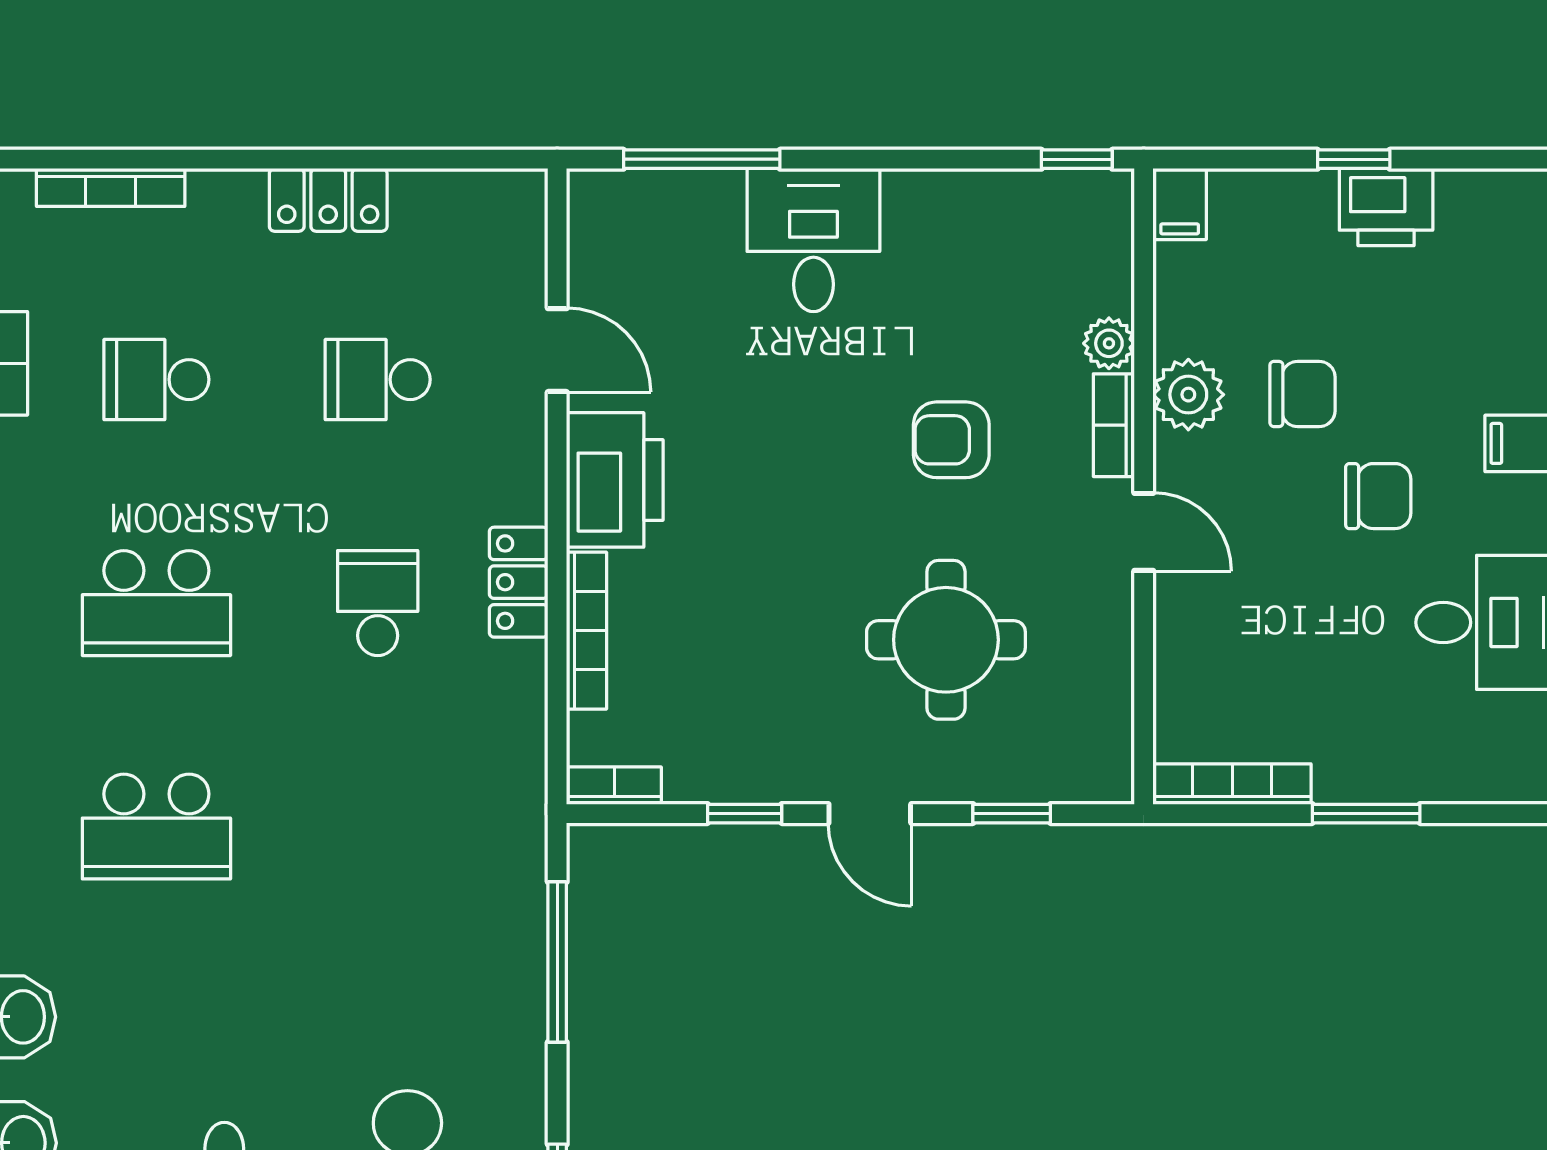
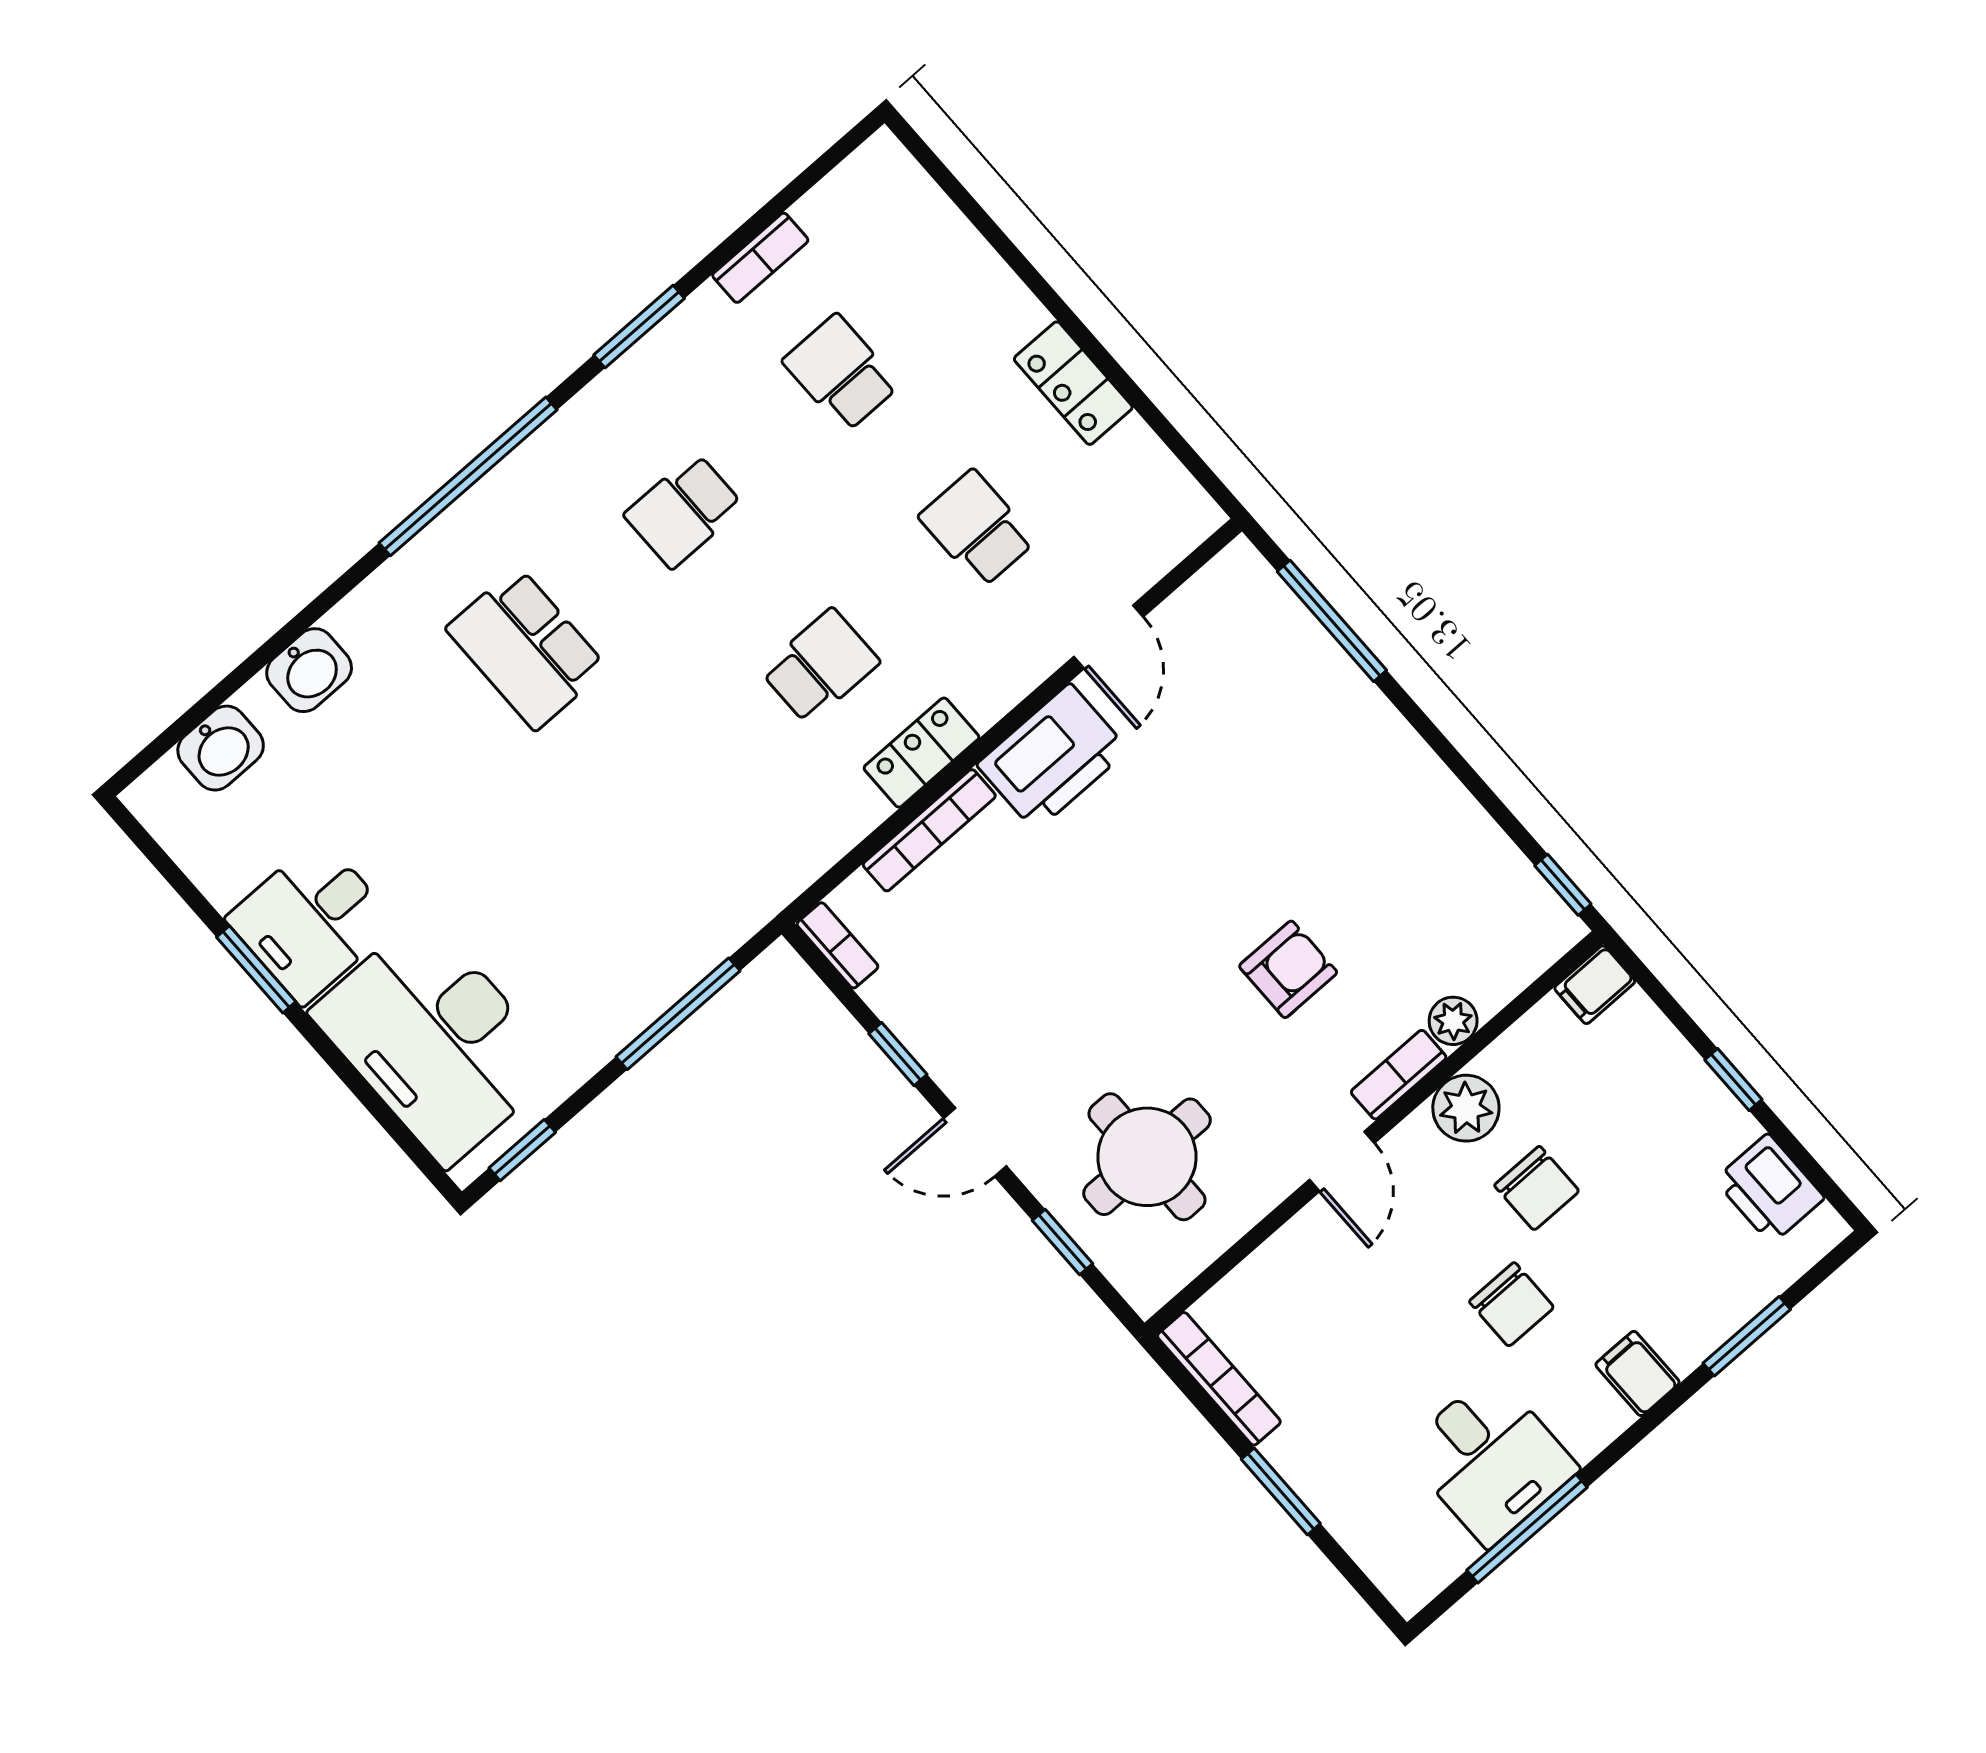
bookcase: (111, 187) -> (948, 222), removed
printer: (1386, 207) -> (1770, 1189), moved
desk: (813, 240) -> (1344, 749), removed
armchair: (951, 440) -> (1288, 969), turned 90
school desk: (156, 603) -> (684, 511), width x0.54
round table: (946, 640) -> (1147, 1157), moved
door: (870, 814) -> (975, 1142), hinge flipped

